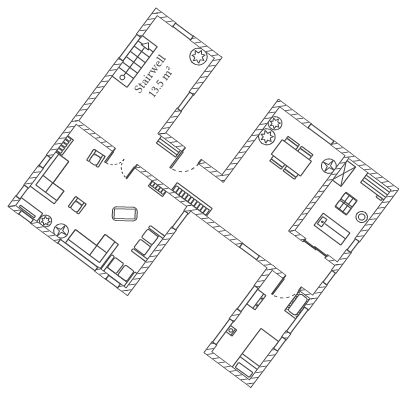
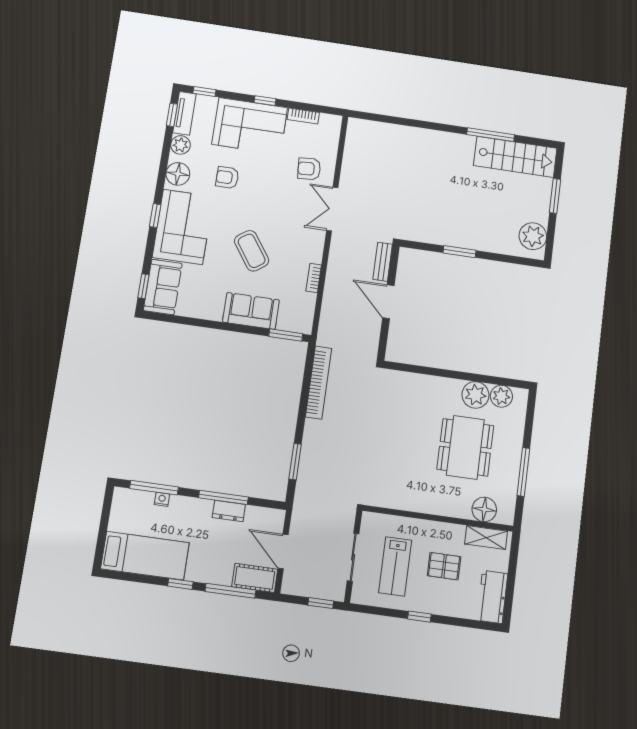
stairs: (134, 61) -> (515, 157), moved
bookcase: (192, 199) -> (319, 382), moved
stool: (362, 217) -> (437, 601), removed
sofa: (148, 244) -> (251, 311), moved
window: (353, 246) -> (419, 617), moved
window: (78, 255) -> (155, 216), width x0.32

